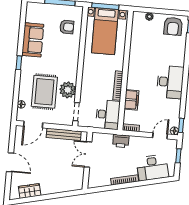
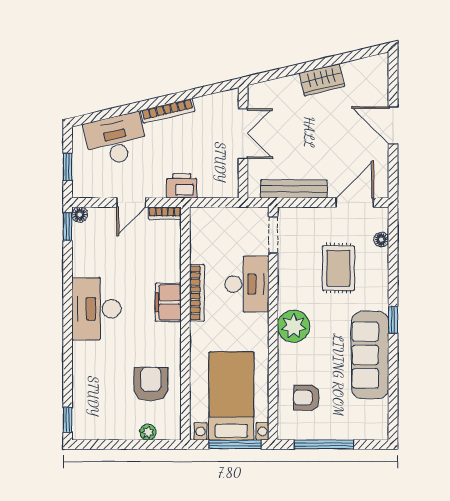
armchair: (173, 26) -> (151, 384), moved
sofa: (33, 40) -> (370, 355), width x1.36
plant: (68, 90) -> (294, 326), moved
rug: (44, 92) -> (338, 268), width x0.73, depth x0.70
filing cabinet: (131, 100) -> (168, 302), moved
desk: (108, 115) -> (247, 284), moved, turned 180
door: (160, 136) -> (131, 203), moved
double door: (88, 154) -> (243, 134), moved
wardrobe: (30, 191) -> (322, 80), moved

